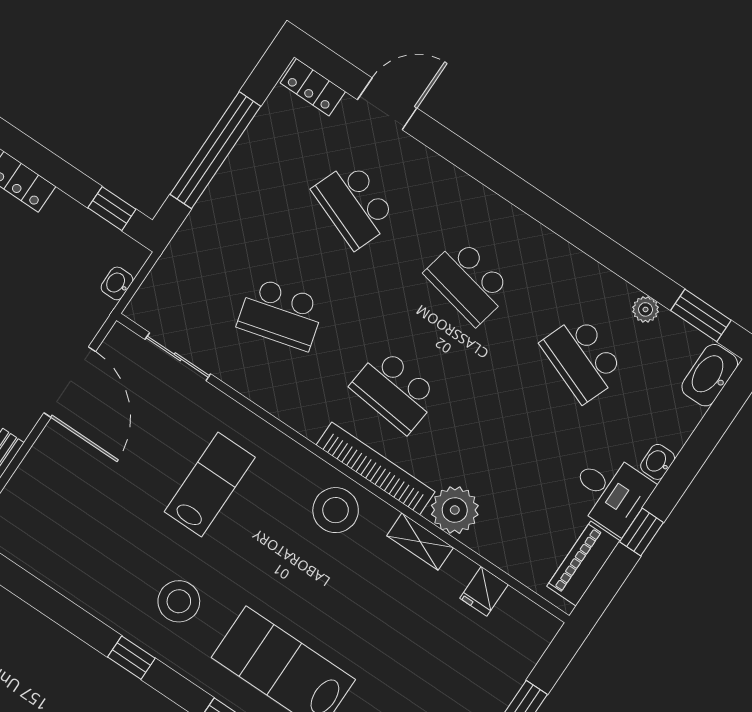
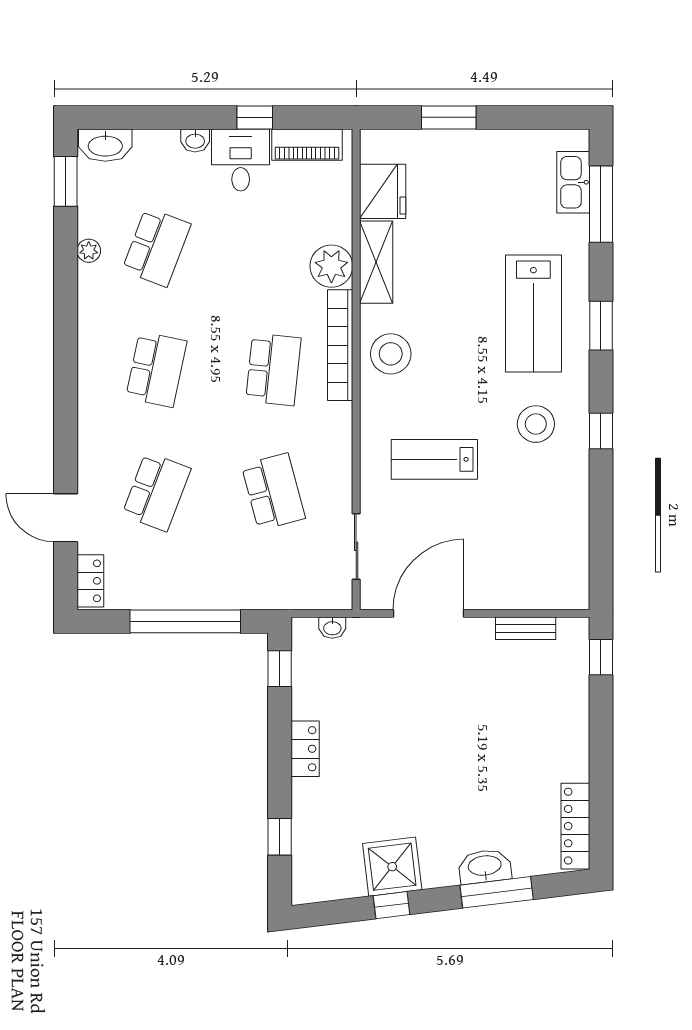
plant: (646, 309) -> (89, 251), moved
shelving: (420, 542) -> (376, 262), width x1.50, depth x1.33
fridge: (484, 591) -> (383, 191), width x1.88, depth x1.34

